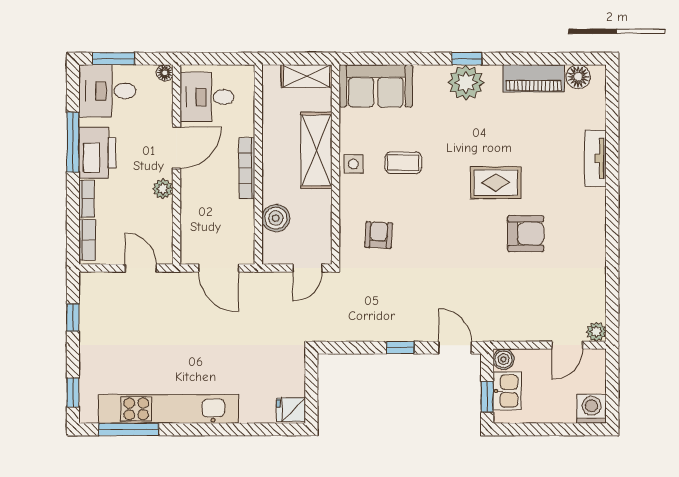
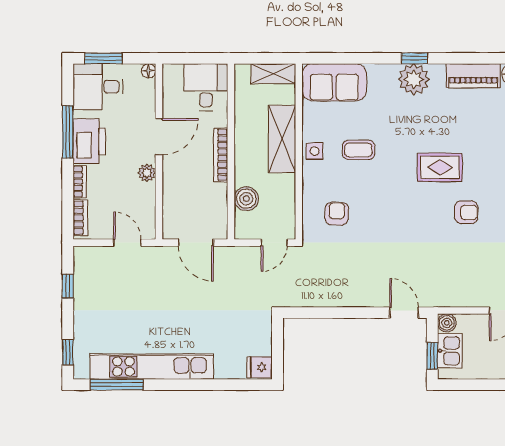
desk: (207, 97) -> (206, 87), moved, turned 90
armchair: (526, 234) -> (466, 212), width x0.72, depth x0.72
window: (400, 348) -> (356, 313), removed

